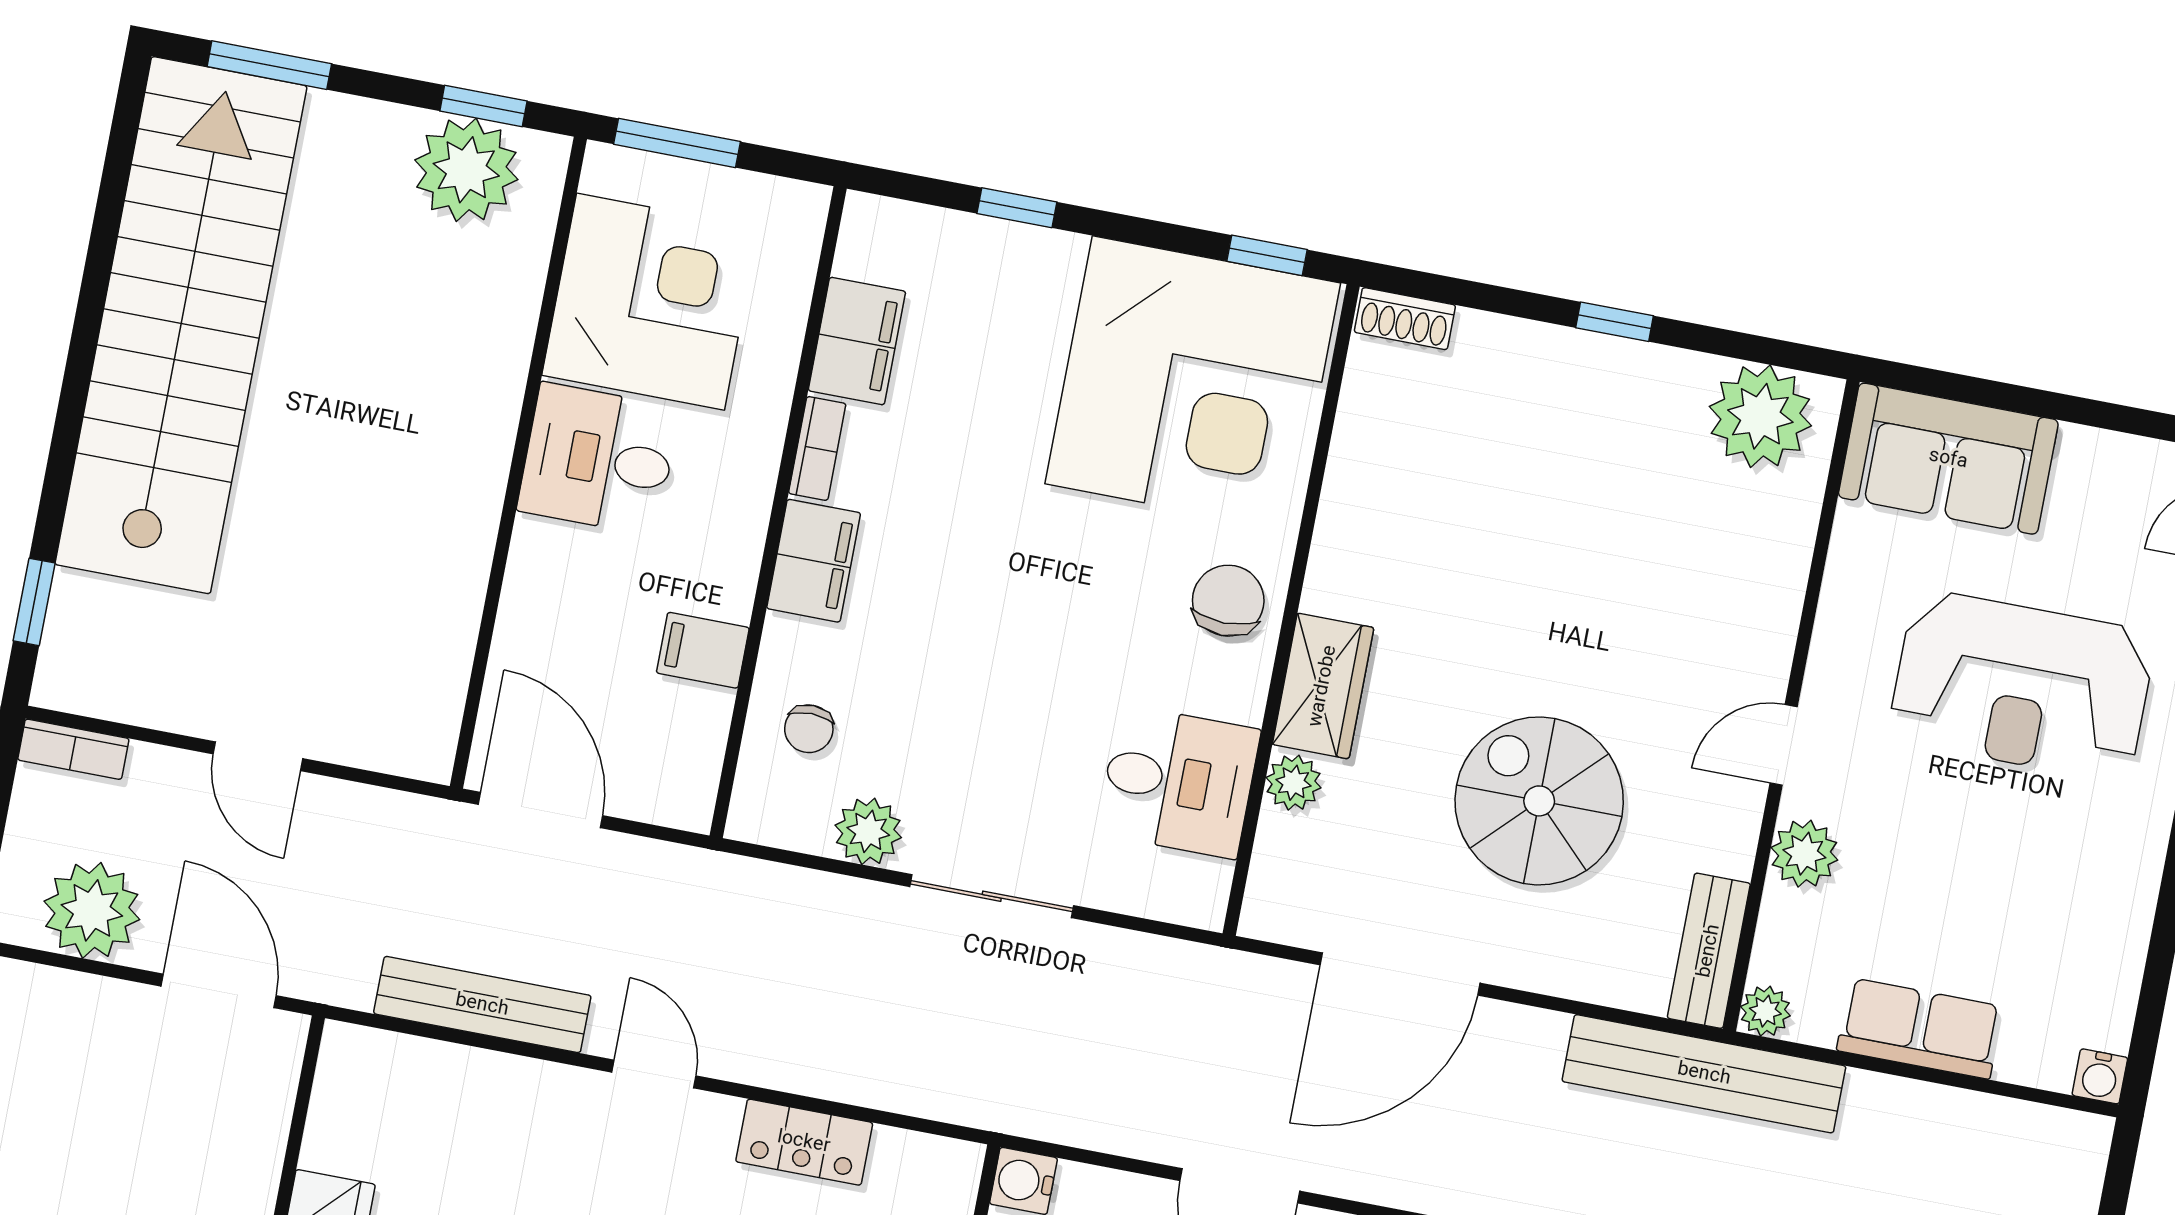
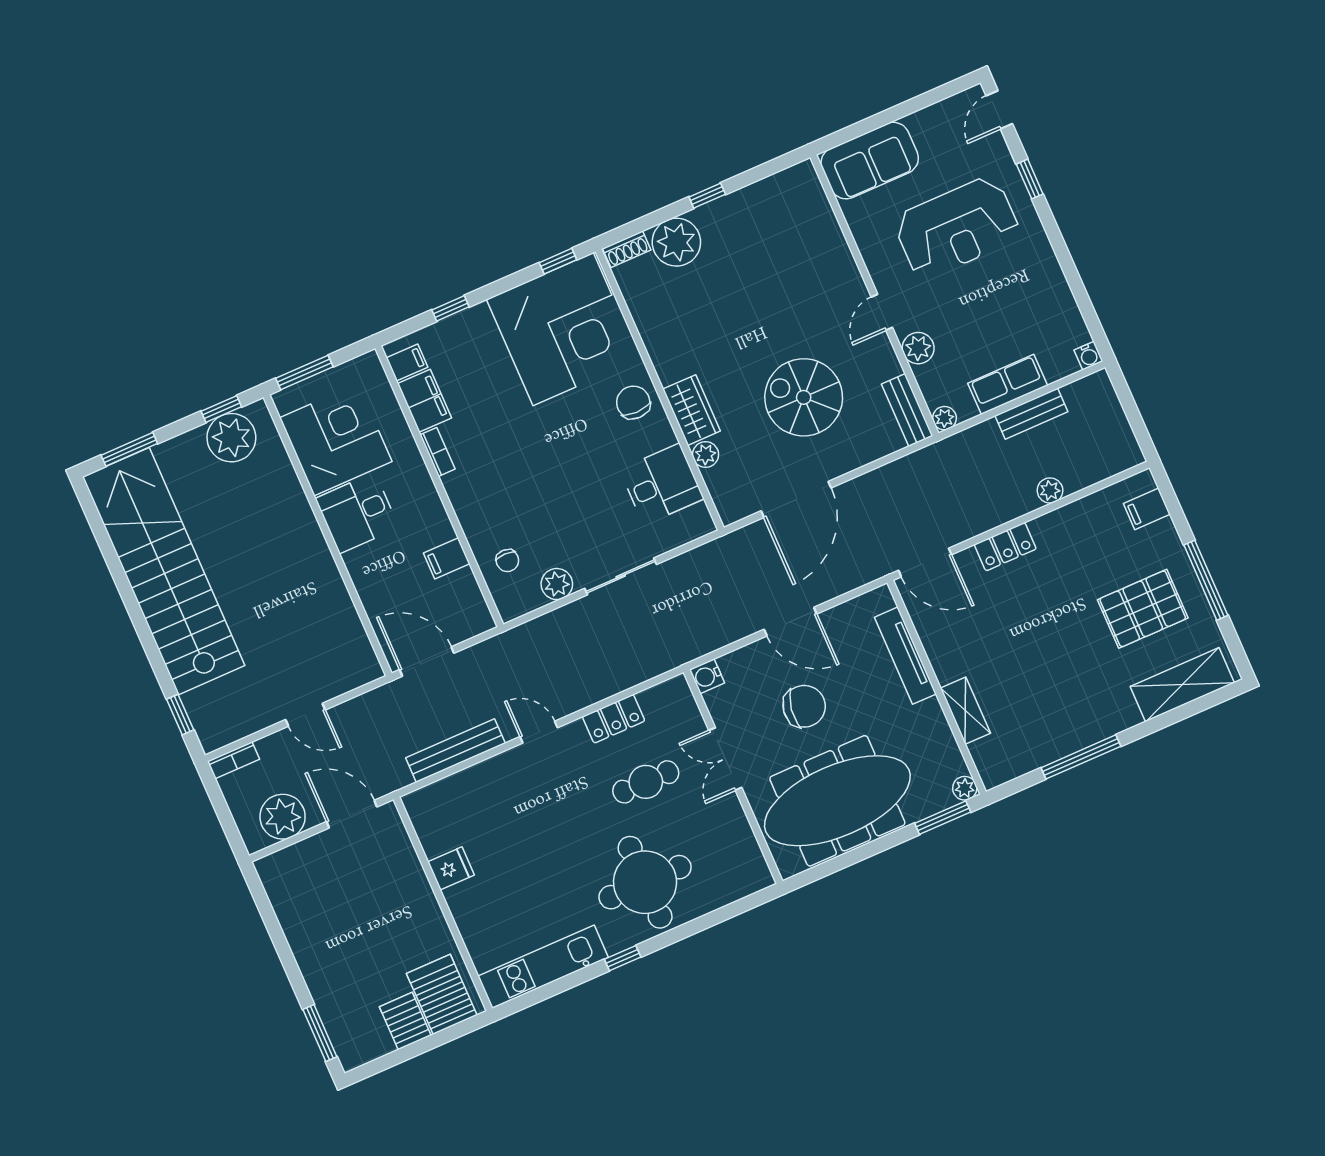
plant: (1760, 416) -> (676, 242), moved
filing cabinet: (814, 561) -> (407, 362), moved, width x0.50
bench: (1704, 1074) -> (1031, 414), moved, width x0.54, depth x0.82

